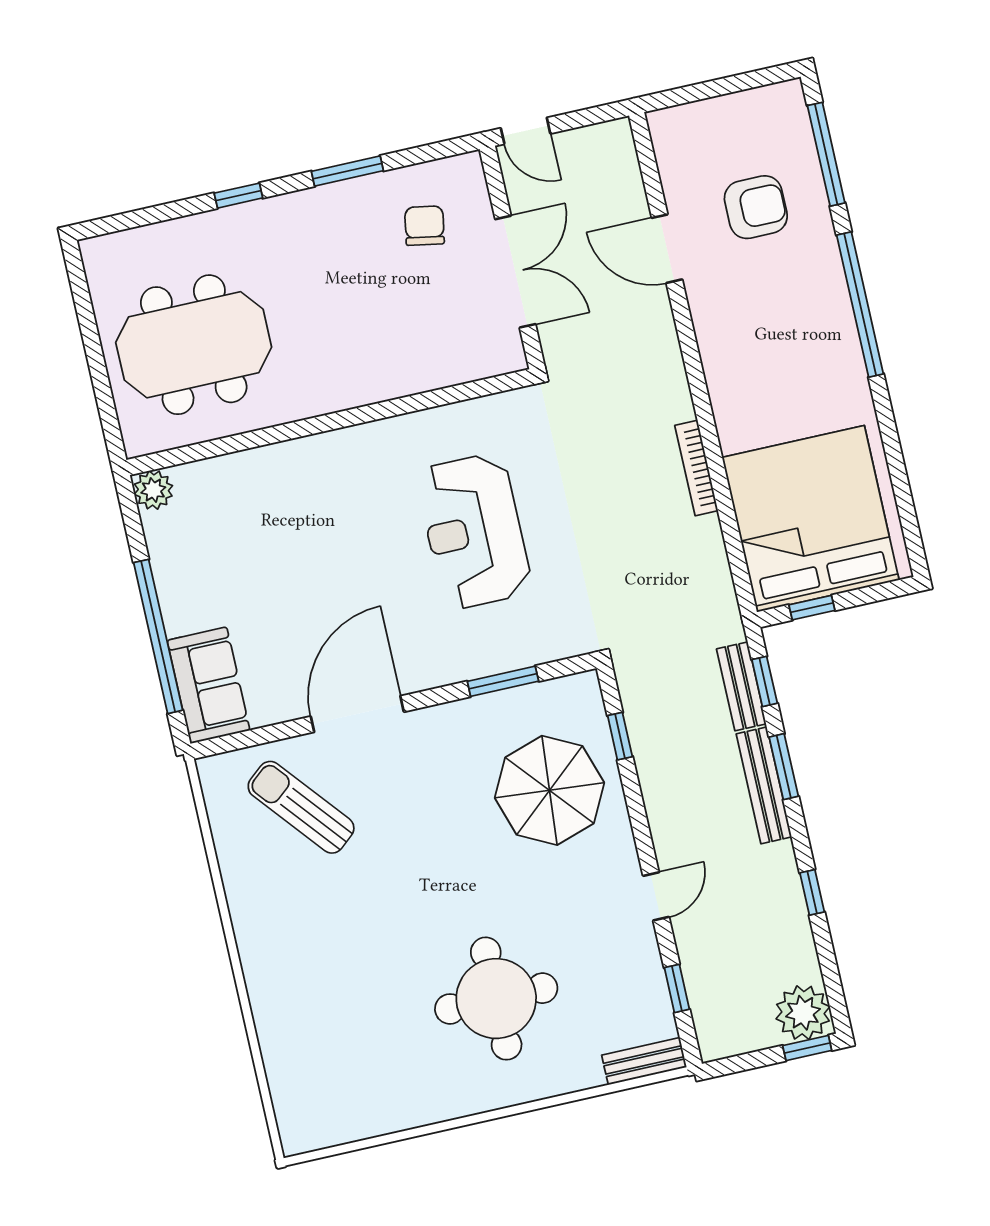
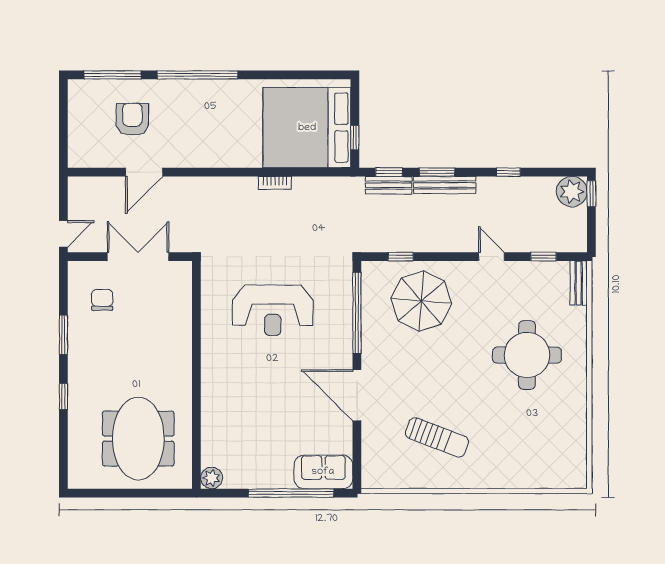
chair: (424, 226) -> (102, 300), turned 80
bookcase: (696, 468) -> (275, 183), width x0.64
window: (503, 681) -> (357, 313), width x2.11
sun lounger: (301, 807) -> (437, 437), moved, turned -119

